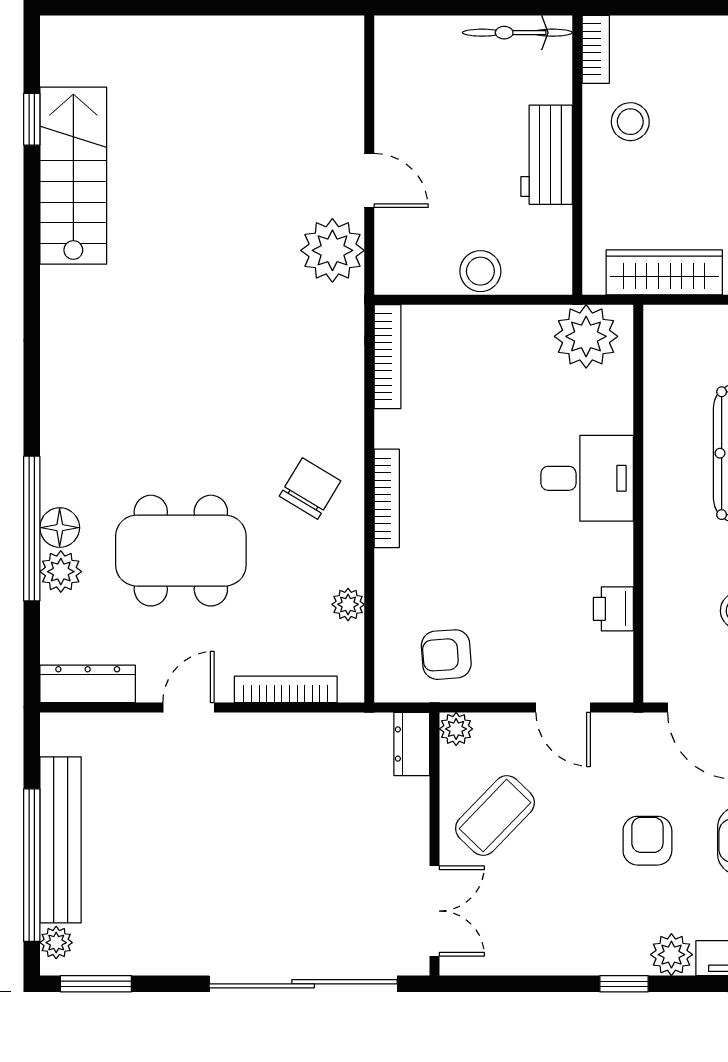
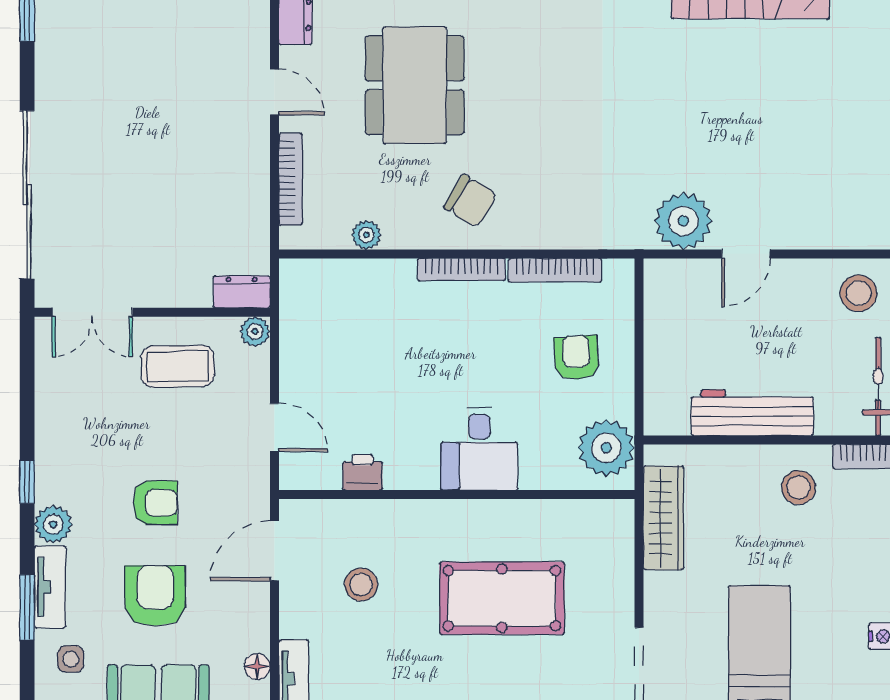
workbench: (547, 155) -> (752, 413), width x1.38
stool: (480, 271) -> (859, 293), moved
bookcase: (387, 357) -> (555, 270), moved
armchair: (446, 655) -> (576, 358), moved
door: (563, 707) -> (274, 427), swing flipped
coffee table: (495, 816) -> (178, 366), turned -45

